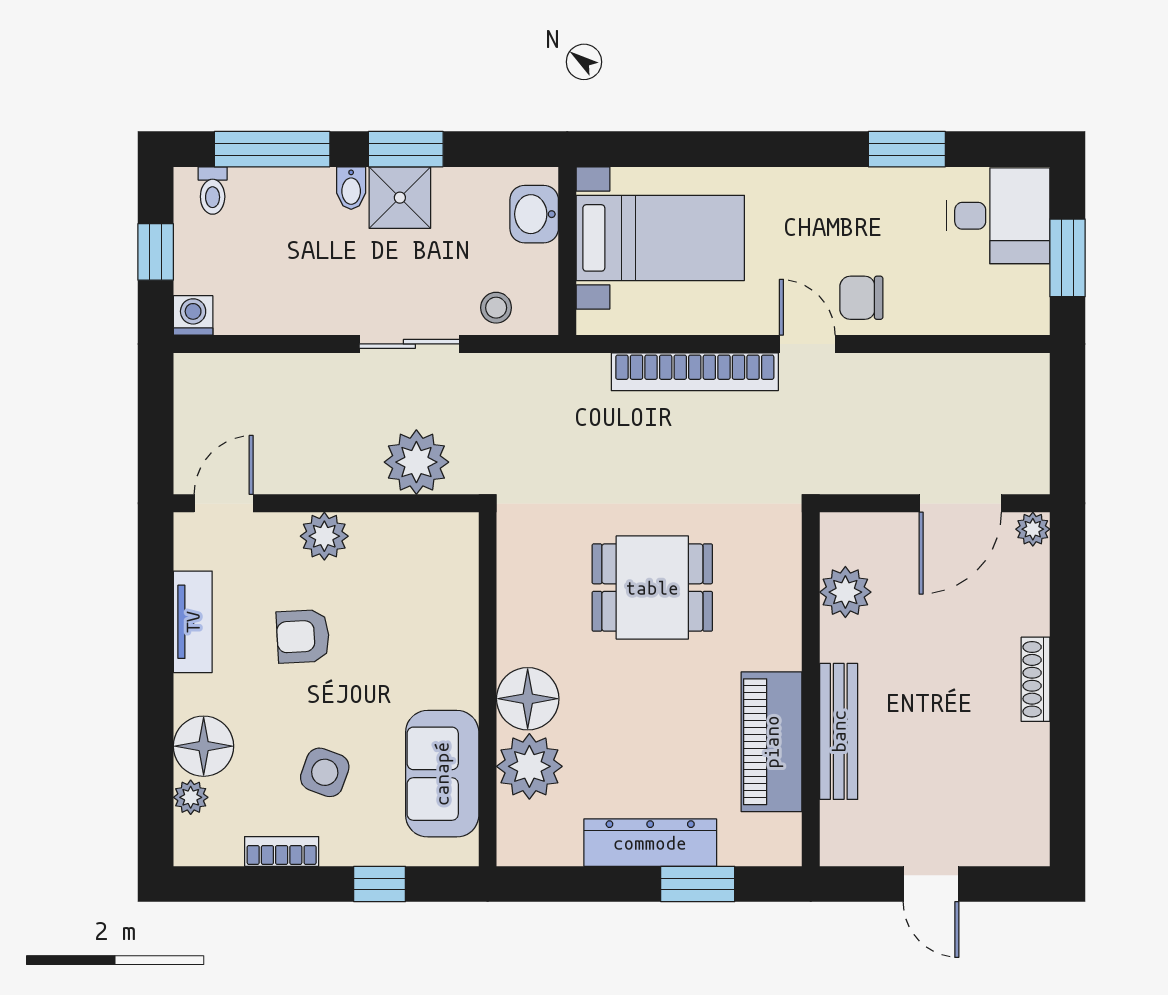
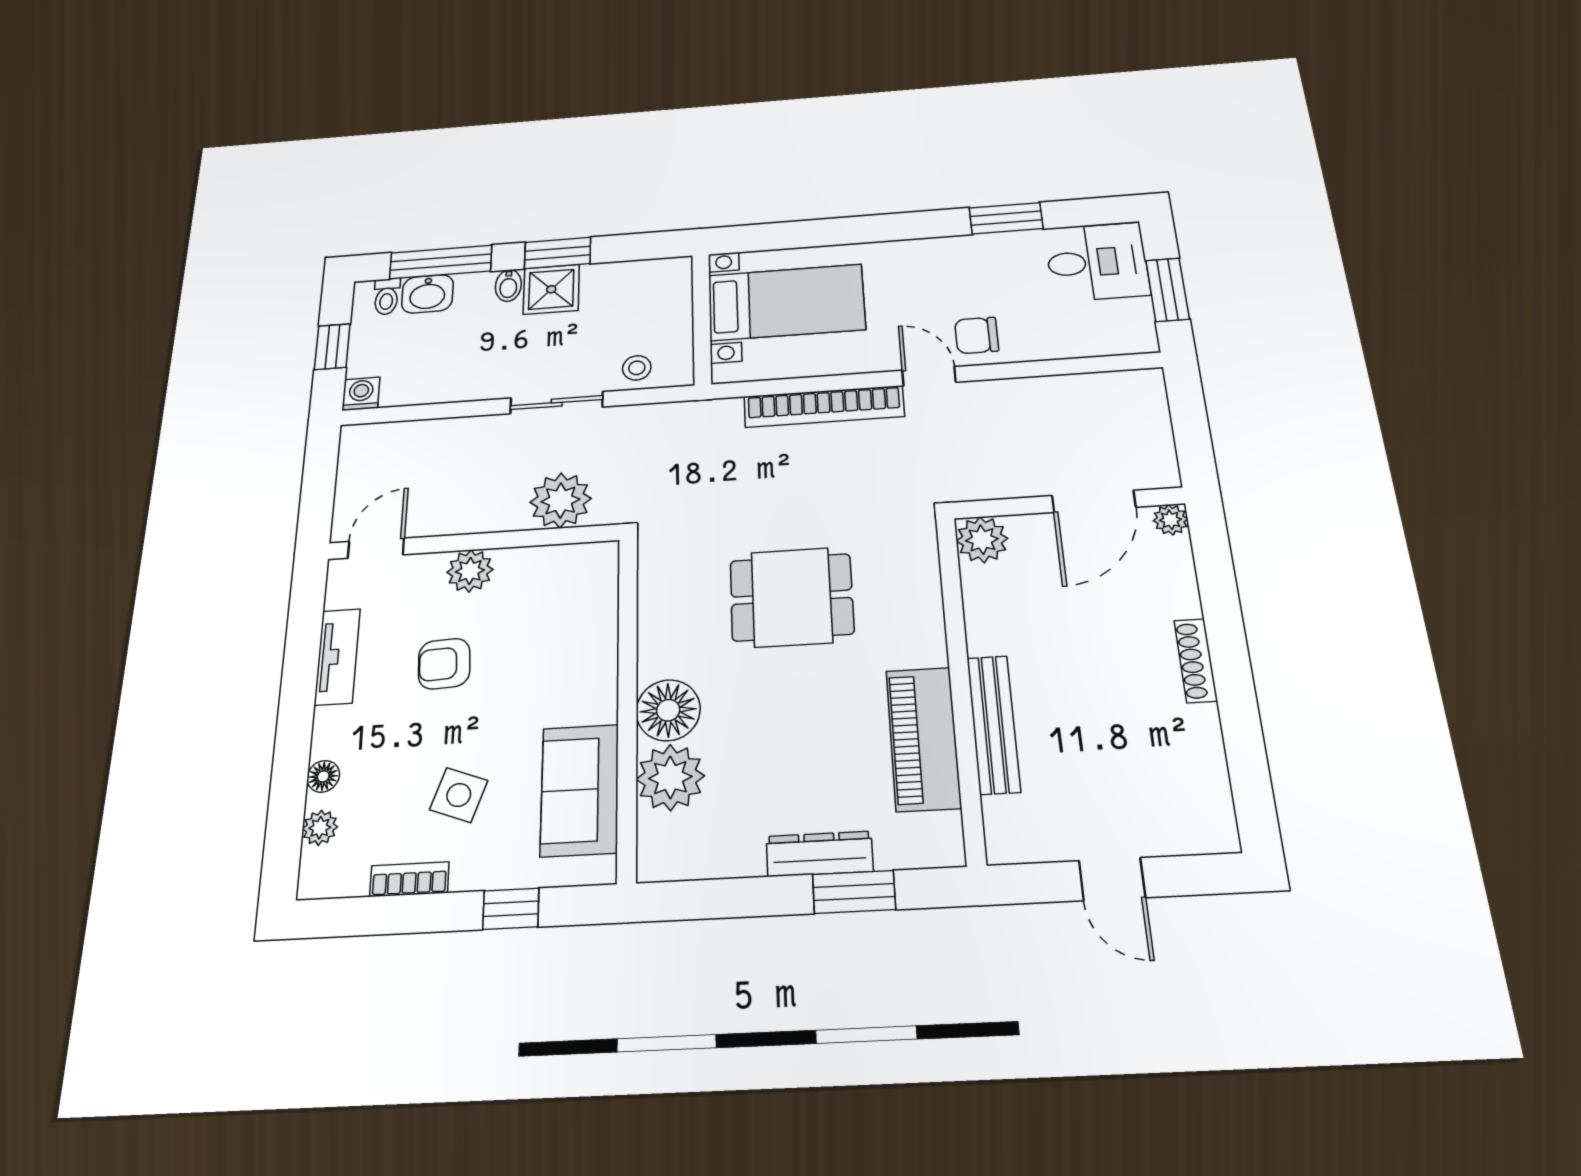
washbasin: (534, 214) -> (427, 294), moved, turned -90
plant: (845, 592) -> (982, 540), moved
floor lamp: (204, 746) -> (323, 776), width x0.53, depth x0.53
dresser: (650, 843) -> (820, 854), width x0.73, depth x0.80

